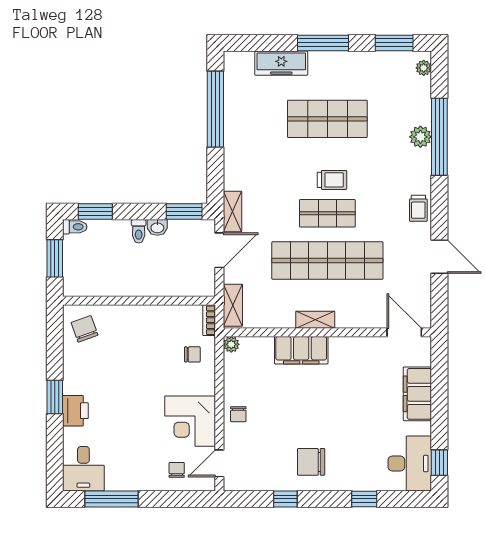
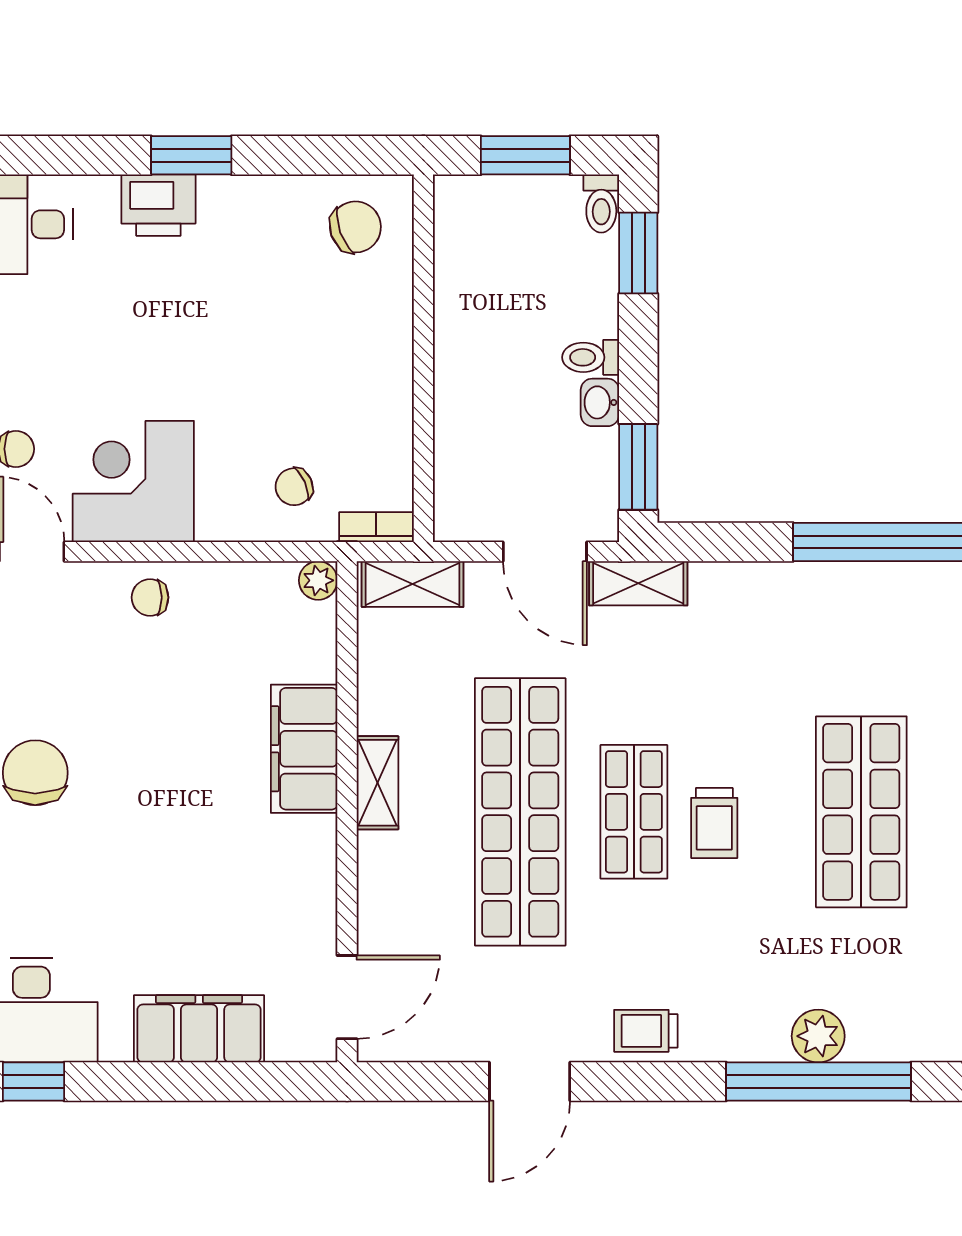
chair: (192, 354) -> (294, 487), turned 66

